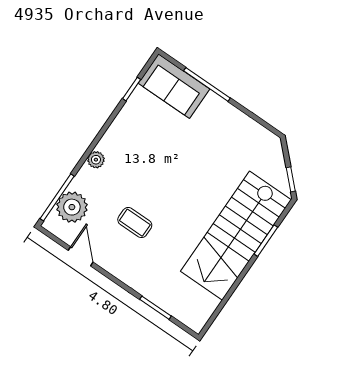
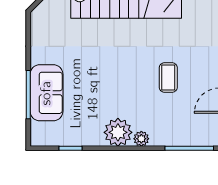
sofa: (174, 86) -> (46, 93), moved
plant: (72, 207) -> (118, 132), moved

